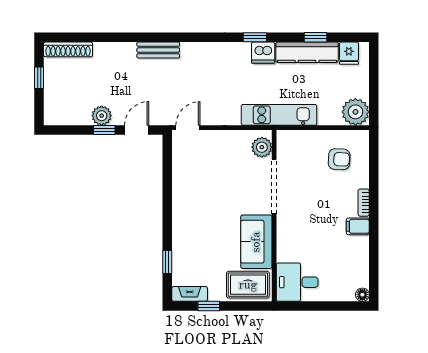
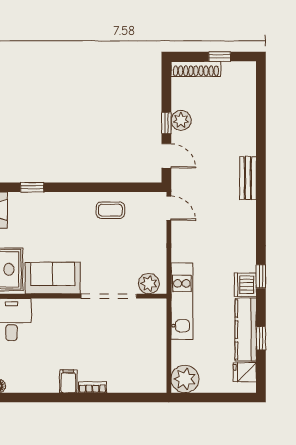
shoe rack: (68, 49) -> (196, 69), moved, turned -90
armchair: (339, 159) -> (137, 362), removed
coffee table: (190, 185) -> (110, 210), added

